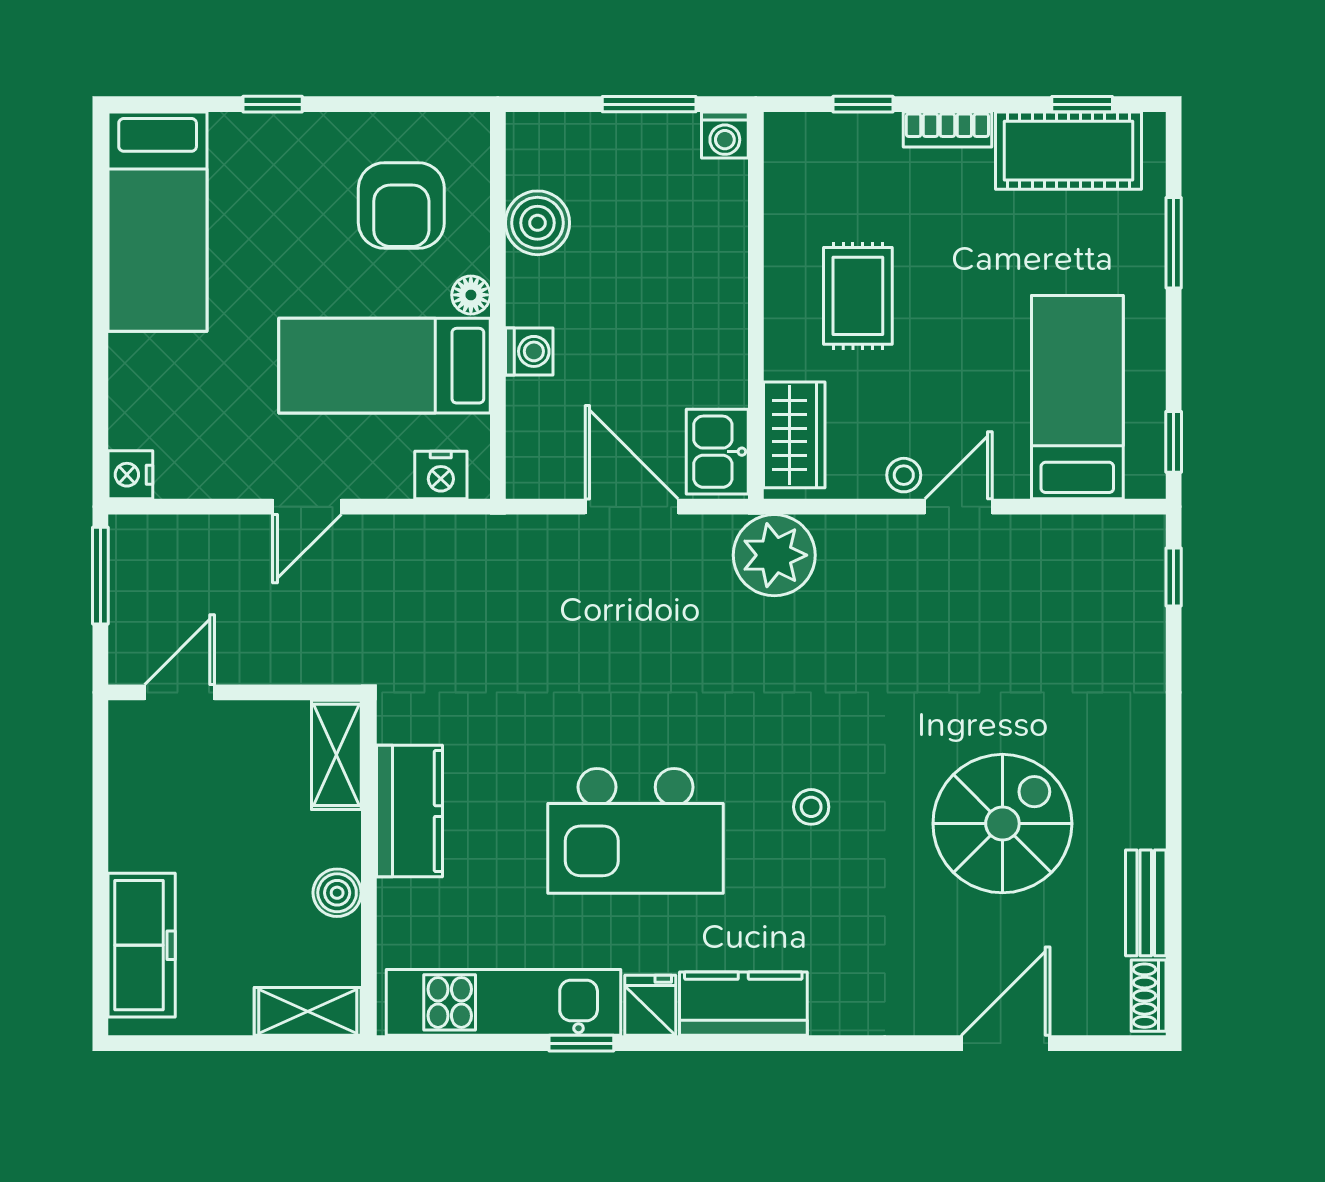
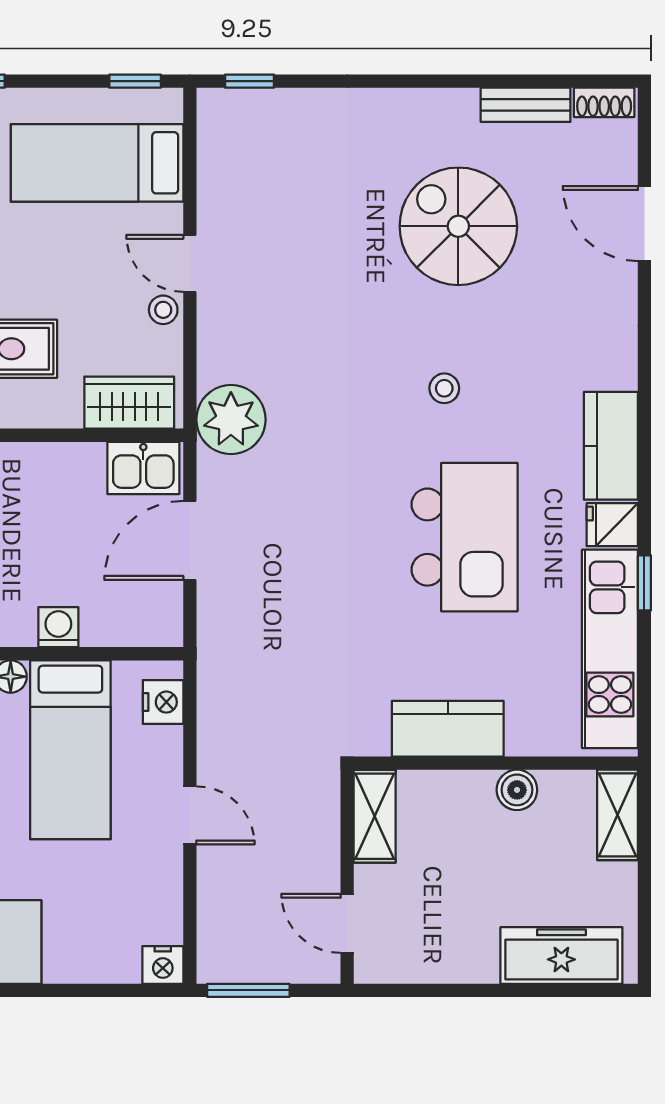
shelving: (336, 755) -> (375, 816), moved, turned 90

